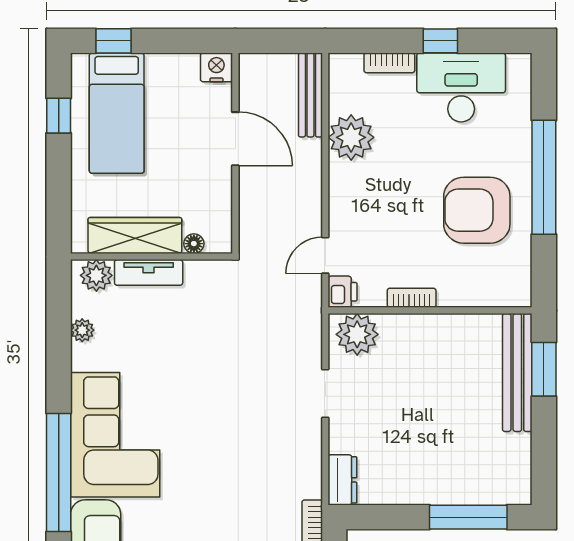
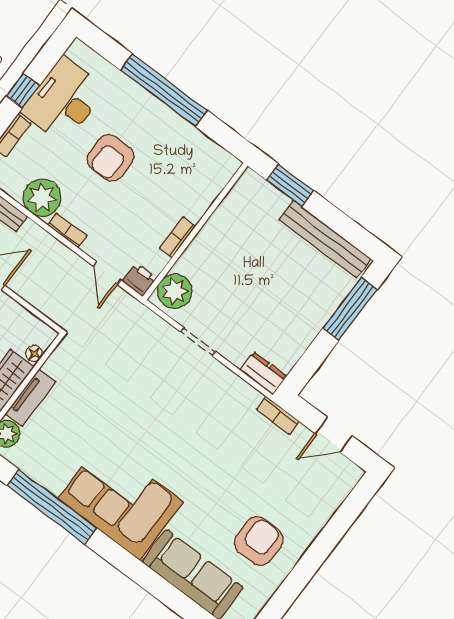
bookcase: (338, 186) -> (67, 230), added
armchair: (477, 210) -> (111, 158), moved, width x0.73, depth x0.73
plant: (82, 330) -> (36, 470), removed
bench: (517, 373) -> (325, 239), moved
window: (59, 472) -> (52, 507), moved

